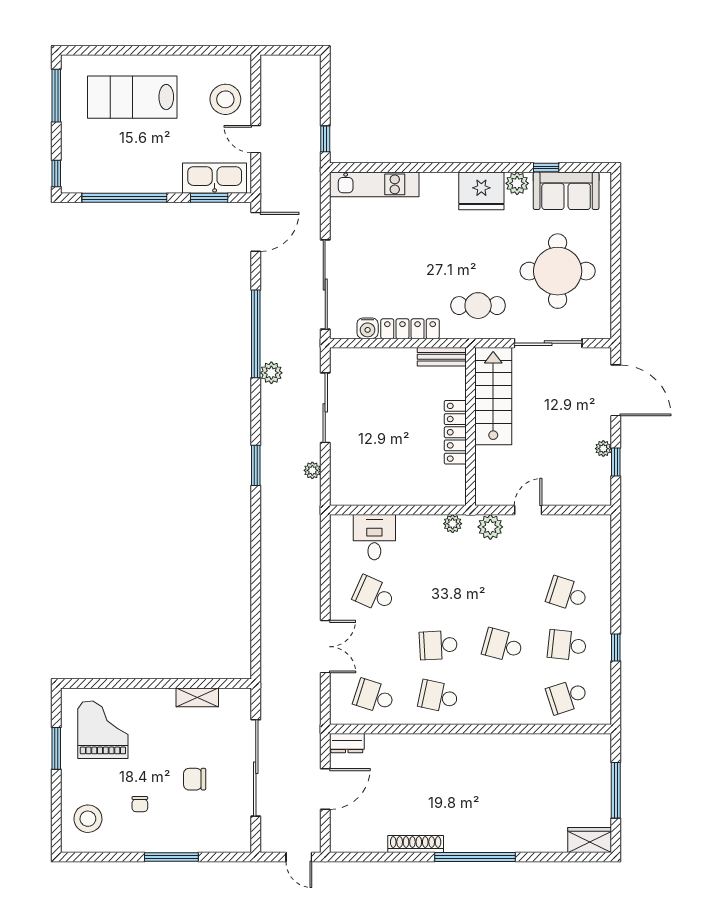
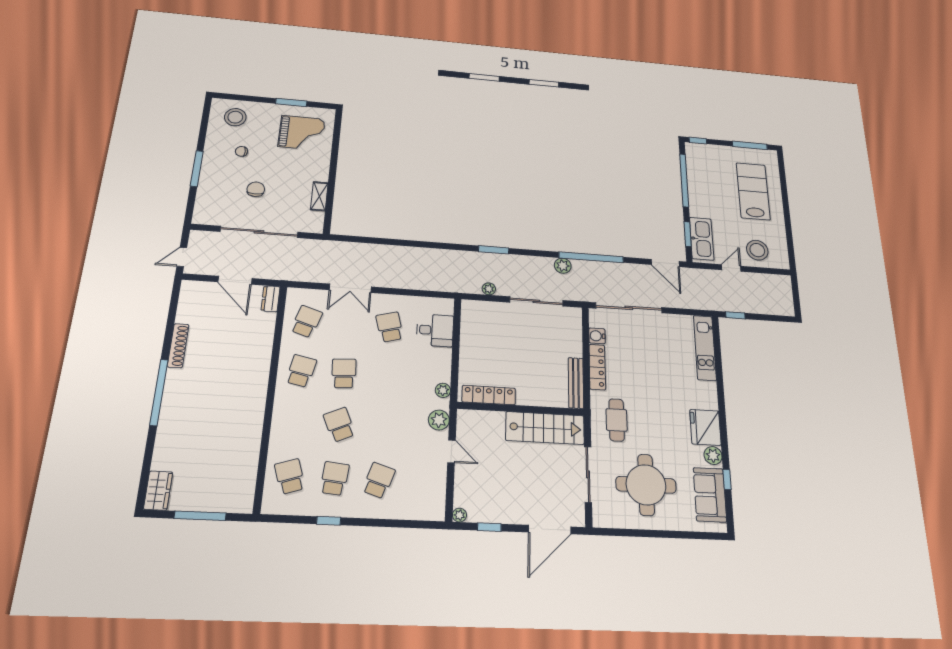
bench: (442, 357) -> (576, 383), width x1.36
locker: (455, 432) -> (489, 395), moved
plant: (603, 449) -> (459, 515), moved
school desk: (374, 594) -> (390, 327), turned -39
school desk: (503, 645) -> (339, 425), turned -39

